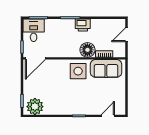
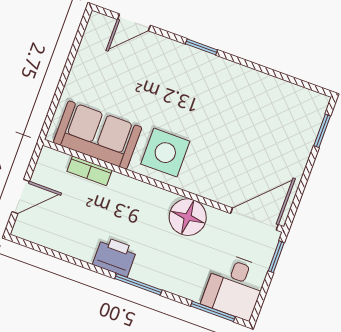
floor lamp: (87, 50) -> (188, 217), moved
plant: (35, 107) -> (297, 106), removed

